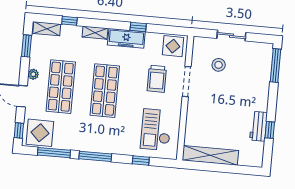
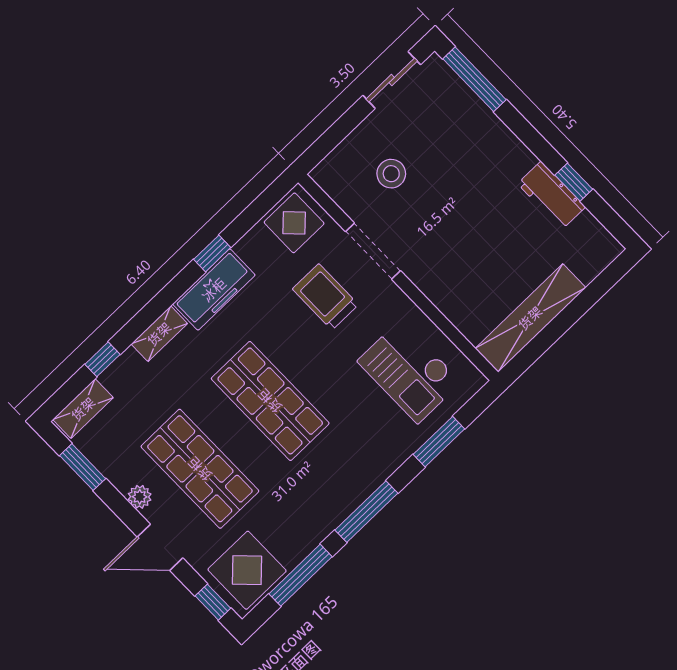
sliding door: (231, 36) -> (392, 80), moved
trolley: (157, 79) -> (325, 297), turned 180
window: (141, 161) -> (439, 442), width x1.50

